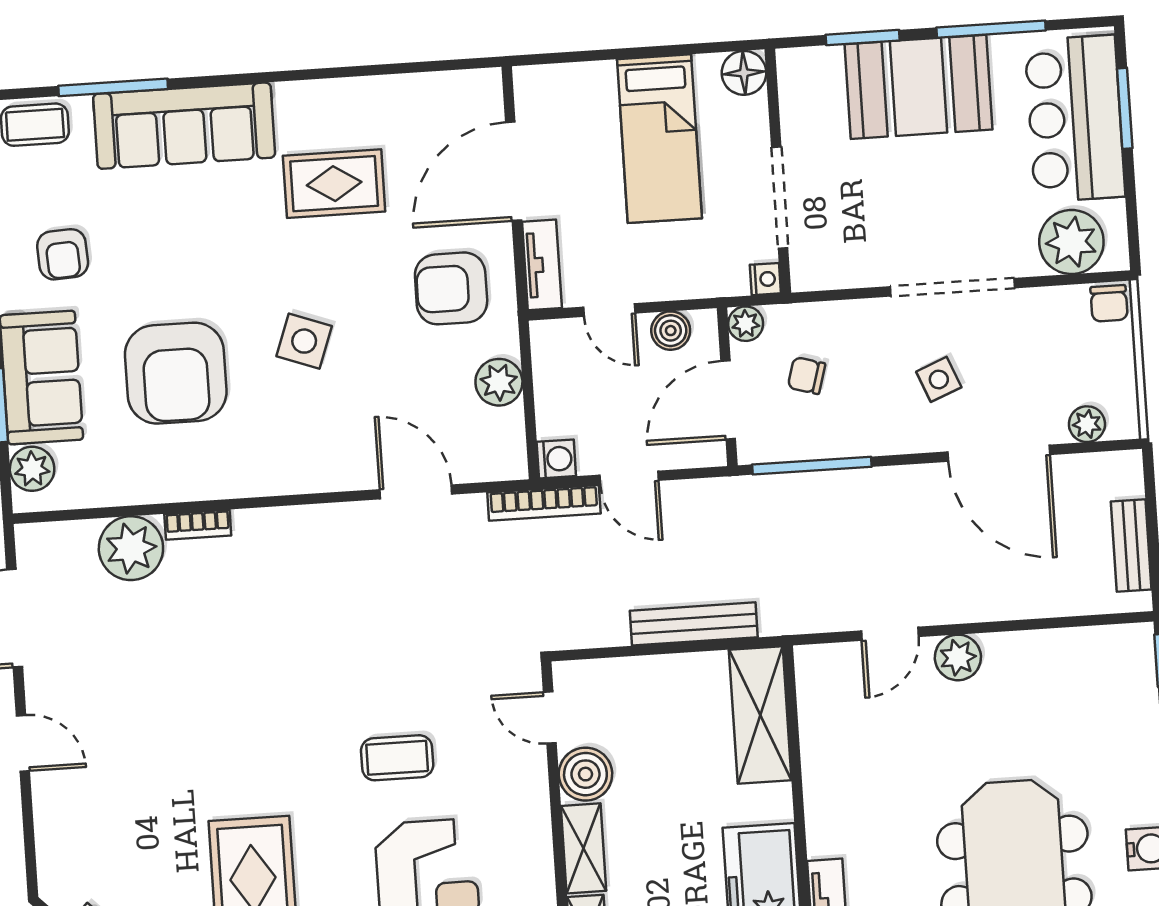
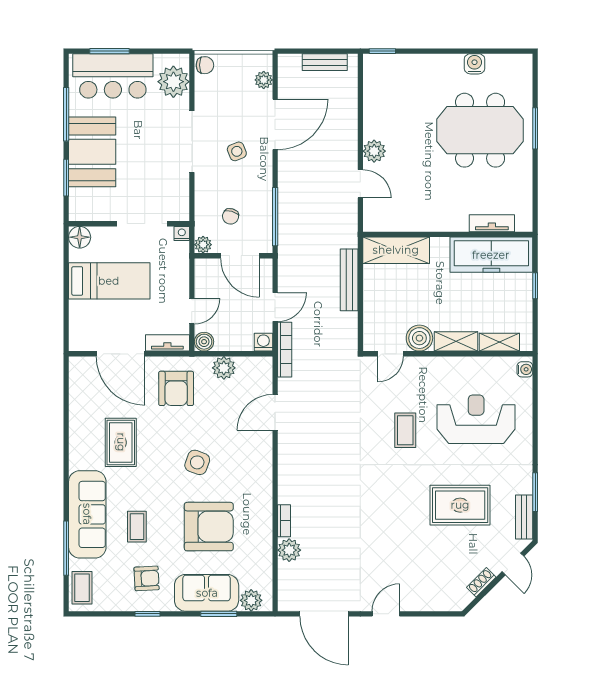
coffee table: (166, 228) -> (137, 527), added
boiler: (671, 331) -> (204, 342), moved
plant: (131, 548) -> (289, 550), width x0.73, depth x0.73

